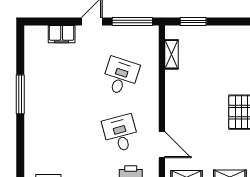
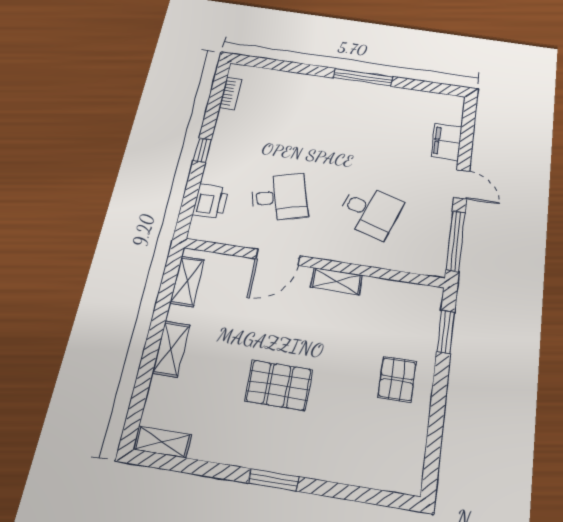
pallet: (226, 46) -> (397, 379), added
shelving: (172, 54) -> (336, 281), moved
door: (162, 145) -> (278, 257), moved

